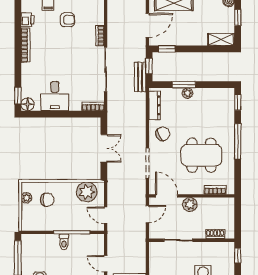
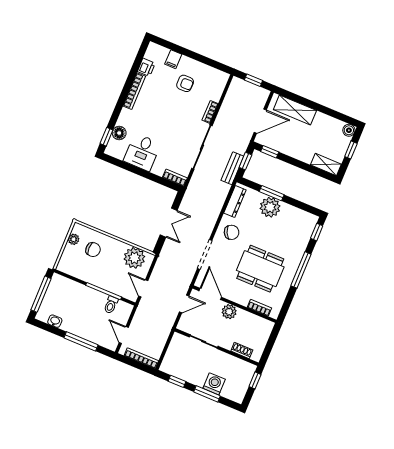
plant: (188, 93) -> (270, 207), width x1.88, depth x1.88
floor lamp: (28, 104) -> (119, 133), moved
toilet: (64, 242) -> (111, 305), moved

